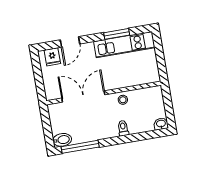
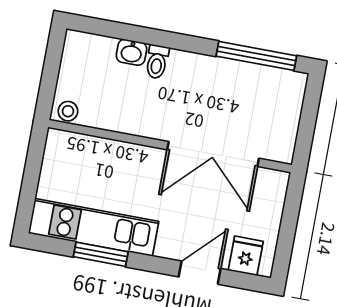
stool: (123, 100) -> (68, 111), moved
washbasin: (161, 124) -> (131, 52), moved
bidet: (62, 140) -> (287, 83), removed

